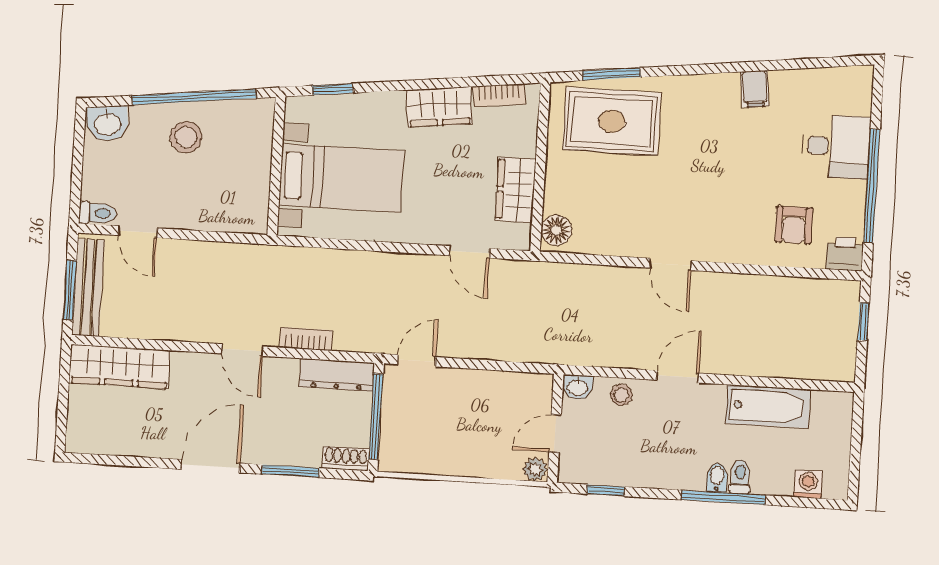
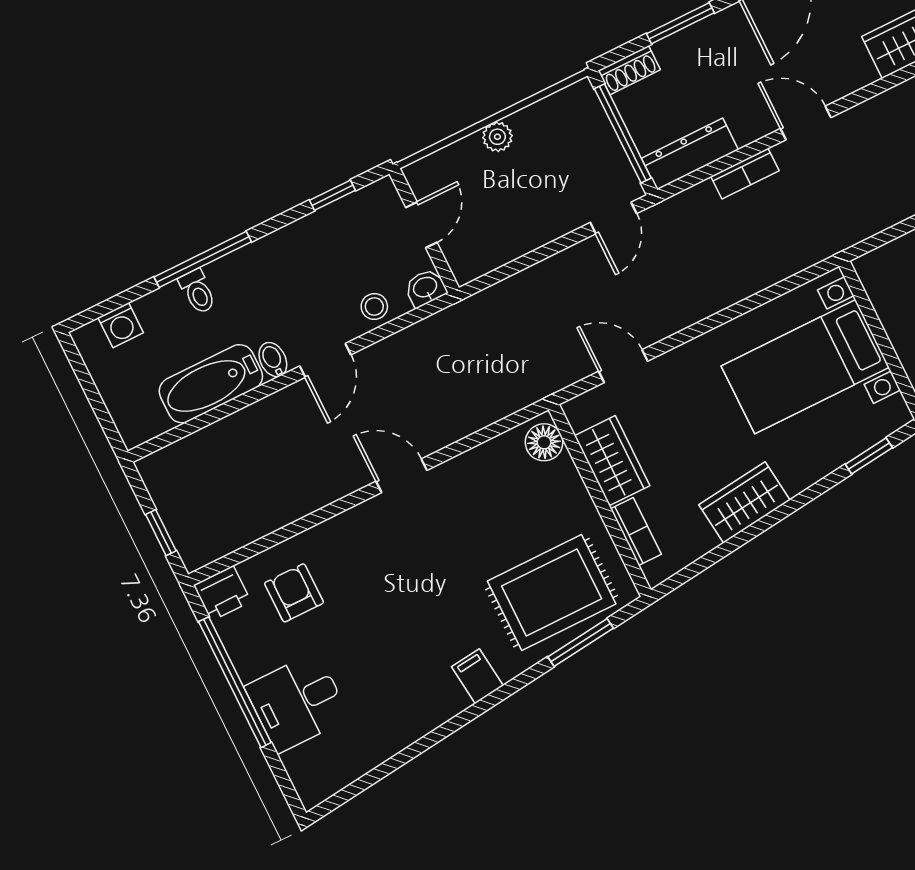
filing cabinet: (755, 89) -> (477, 676), moved
bookcase: (499, 95) -> (636, 531), moved, turned 97
plant: (535, 469) -> (497, 137), moved
bidet: (717, 478) -> (273, 360), moved, turned 180

